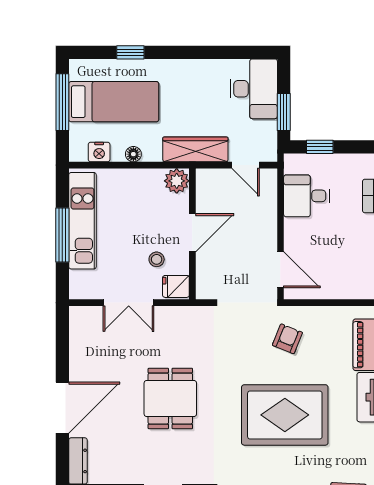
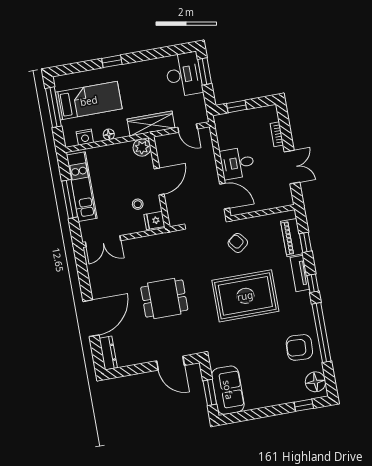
window: (130, 52) -> (112, 61), moved
window: (284, 112) -> (205, 71), moved
desk: (306, 196) -> (237, 163), moved
double door: (129, 303) -> (103, 241), moved
armchair: (287, 339) -> (238, 243), turned -60
dining table: (170, 399) -> (164, 299), turned 90

